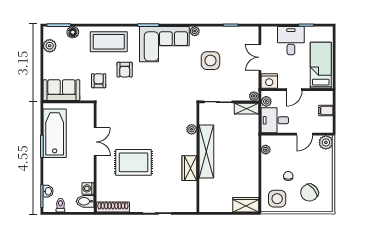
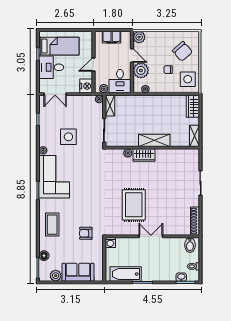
coffee table: (109, 42) -> (52, 225), width x0.73, depth x0.76
double door: (260, 57) -> (55, 94), moved
bed: (321, 65) -> (59, 46), moved, turned 180
armchair: (125, 70) -> (76, 211), removed
sofa: (61, 90) -> (78, 272), moved, turned 90
door: (294, 90) -> (94, 65), swing flipped
filing cabinet: (326, 111) -> (112, 37), width x2.00
bathtub: (55, 133) -> (126, 274), width x0.73, depth x0.73
double door: (95, 142) -> (151, 236), moved
plant: (287, 144) -> (141, 70), added
shelving: (206, 151) -> (154, 140), width x0.68
rug: (133, 162) -> (134, 205), moved
wardrobe: (189, 168) -> (144, 155), moved
washing machine: (88, 188) -> (110, 243), moved
shelving: (212, 207) -> (195, 136), added

